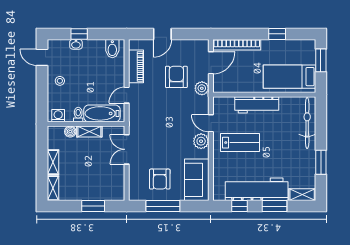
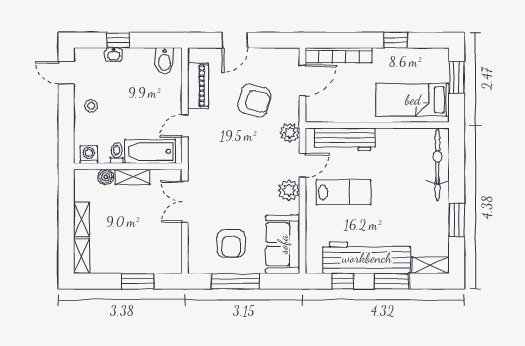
armchair: (176, 77) -> (254, 100), turned 105
plant: (202, 88) -> (290, 133), moved
workbench: (257, 105) -> (345, 139), moved
door: (211, 123) -> (302, 165), swing flipped

